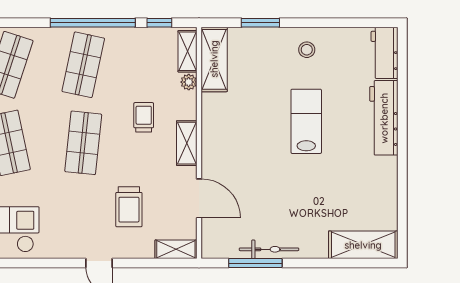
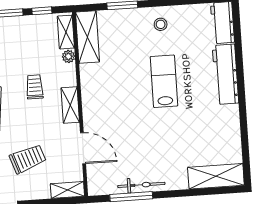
trolley: (129, 207) -> (28, 159), turned -109

